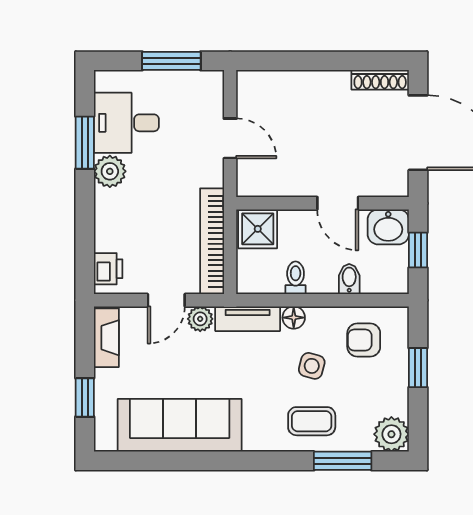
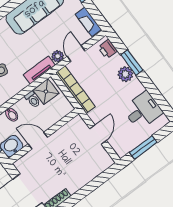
door: (230, 138) -> (98, 135), swing flipped
window: (85, 143) -> (132, 63), moved
plant: (110, 171) -> (125, 74), moved
shower: (258, 229) -> (46, 92), moved
floor lamp: (294, 318) -> (22, 84), removed

